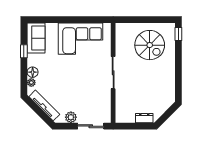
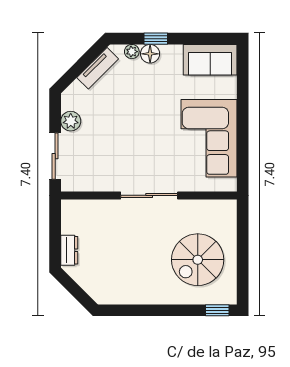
window: (24, 51) -> (156, 39), moved
tv unit: (44, 105) -> (98, 68), width x0.71

